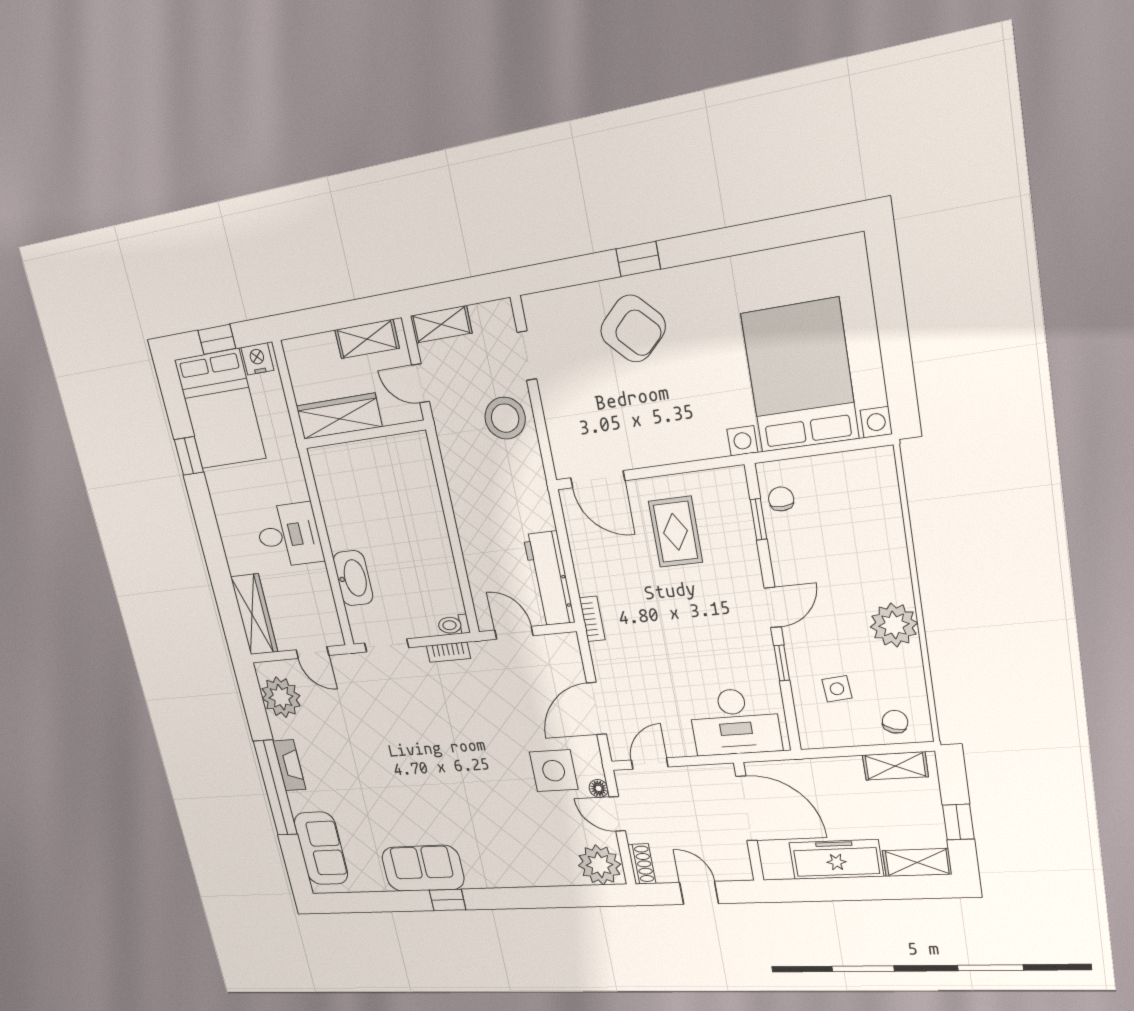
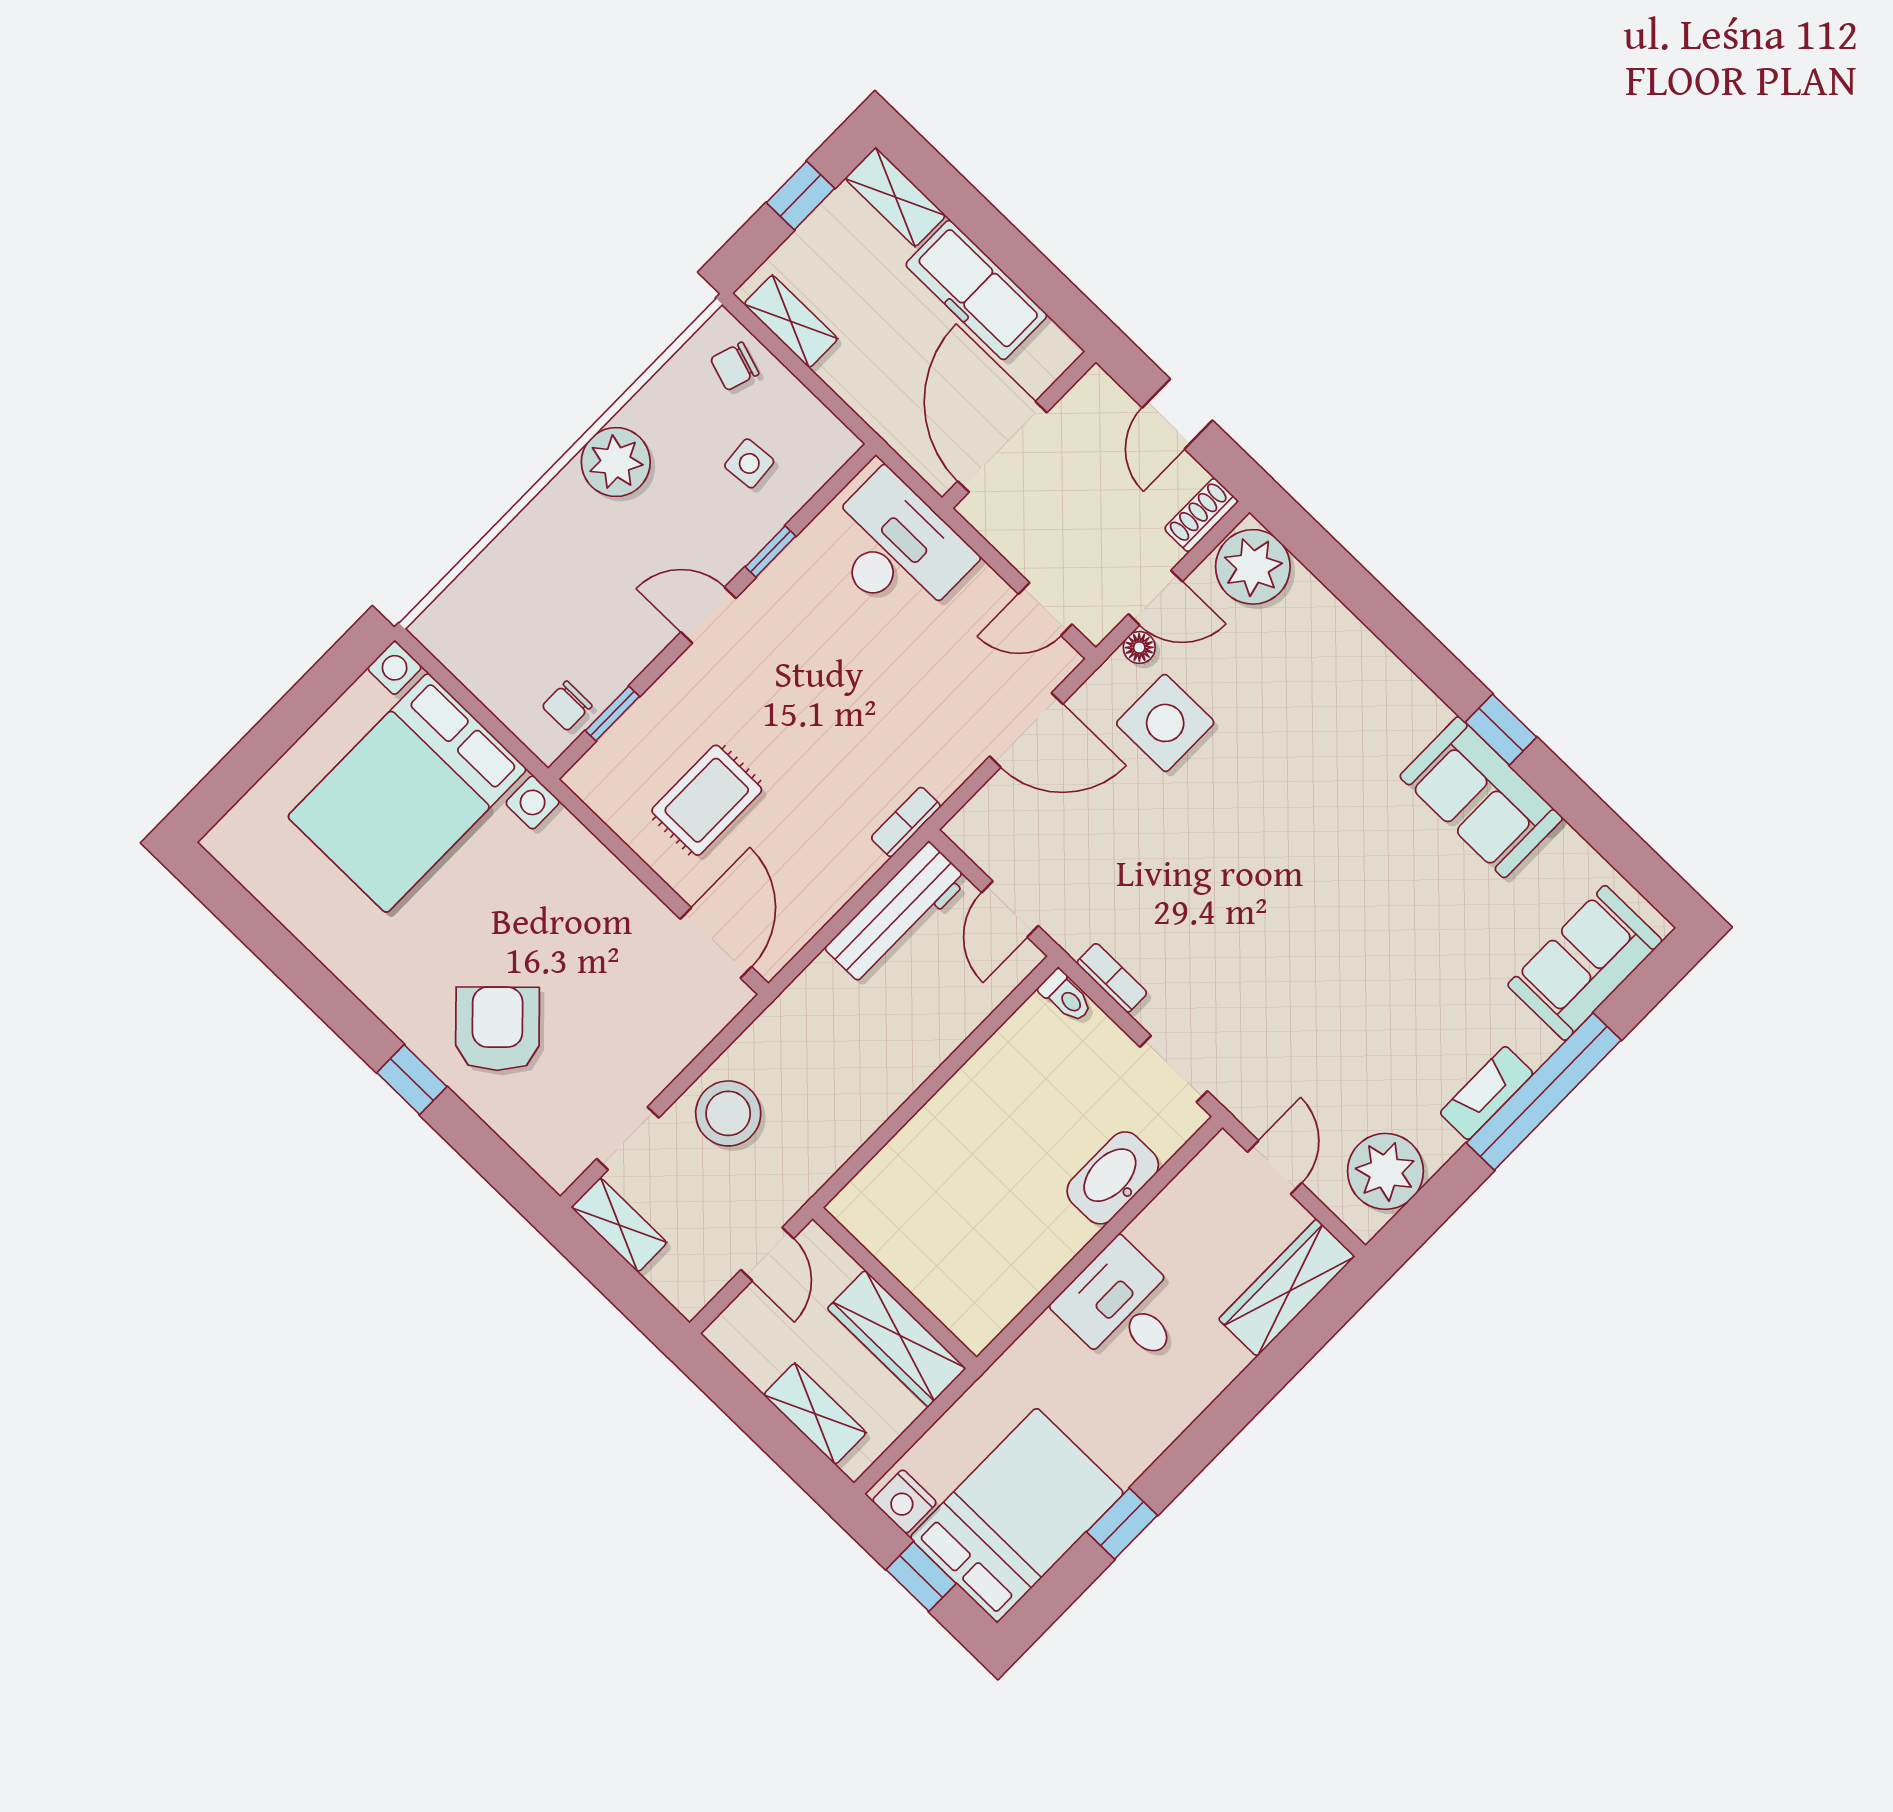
shelving: (441, 324) -> (619, 1225), moved
shelving: (367, 339) -> (815, 1414), moved
door: (617, 814) -> (1155, 598), hinge flipped

